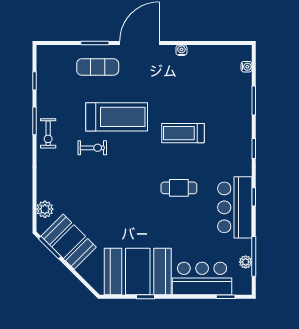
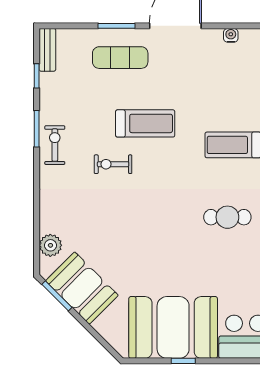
bench: (43, 61) -> (47, 50), added
treadmill: (117, 117) -> (145, 123), width x0.73, depth x0.73
exercise bike: (48, 133) -> (55, 145), turned 180
exercise bike: (92, 148) -> (113, 164), turned 180

